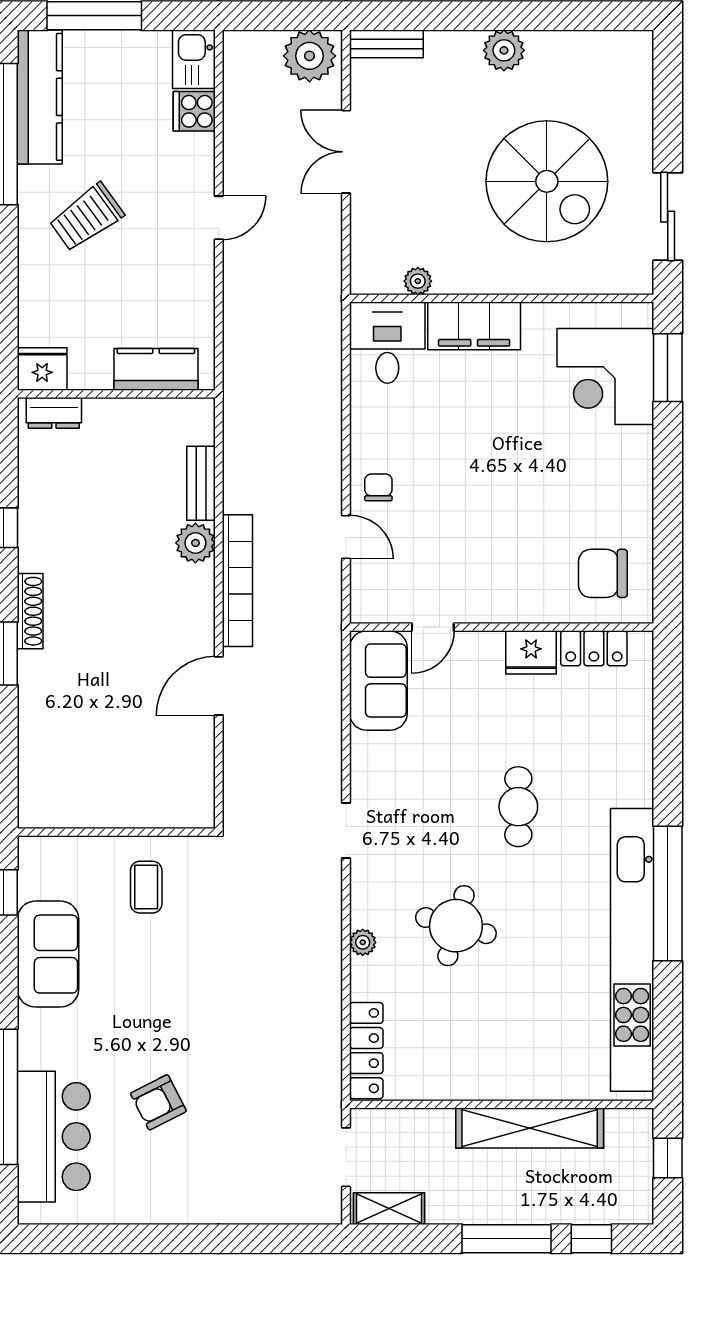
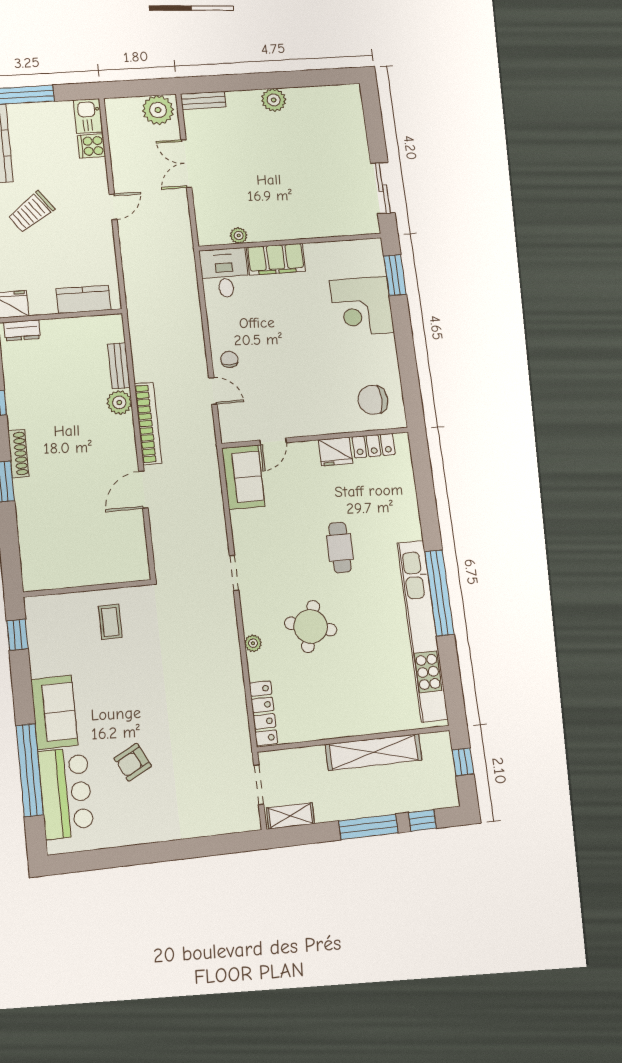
spiral stairs: (547, 181) -> (309, 173), removed
corner desk: (605, 376) -> (362, 306), moved
sofa: (48, 954) -> (54, 712), moved

